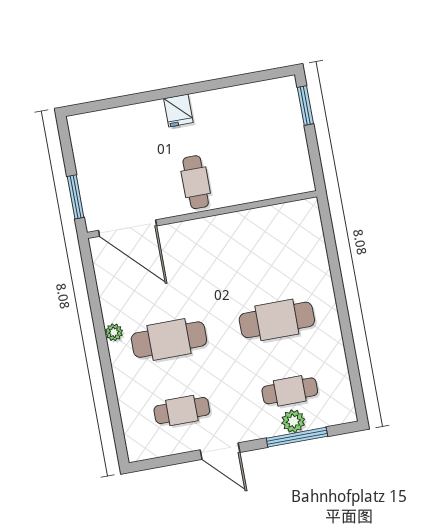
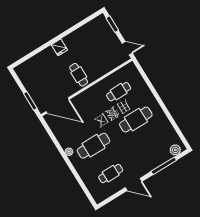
door: (316, 167) -> (127, 48), added
cafe table: (290, 391) -> (119, 92), moved
plant: (293, 421) -> (175, 150), moved

